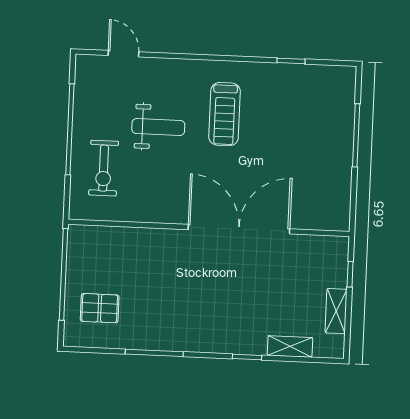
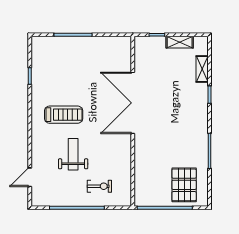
exercise bike: (104, 168) -> (99, 186), width x0.73, depth x0.72
pallet: (100, 308) -> (184, 185), width x1.50, depth x1.42

